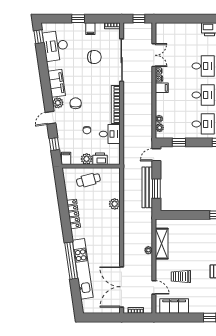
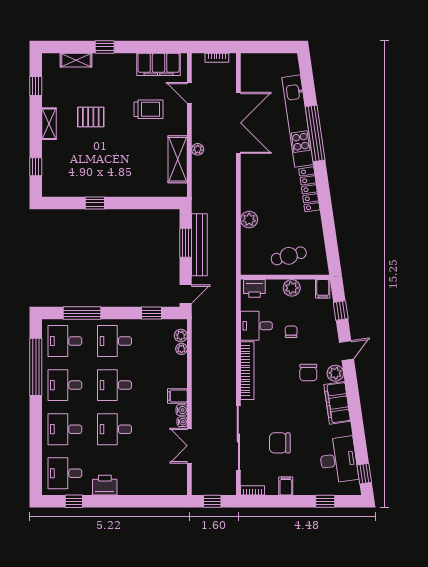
window: (78, 19) -> (325, 501), moved
printer: (100, 159) -> (254, 288), moved
locker: (73, 214) -> (309, 189), moved
double door: (122, 287) -> (238, 123), moved

